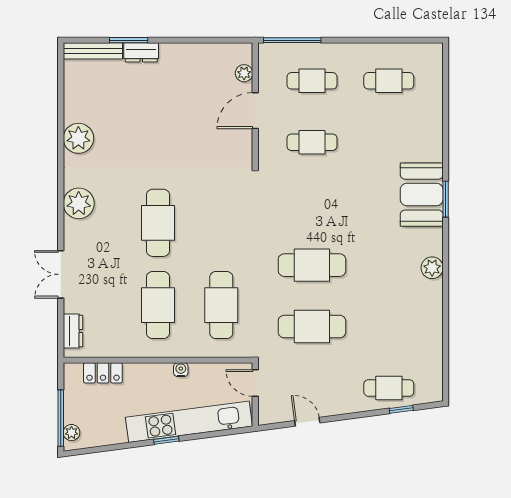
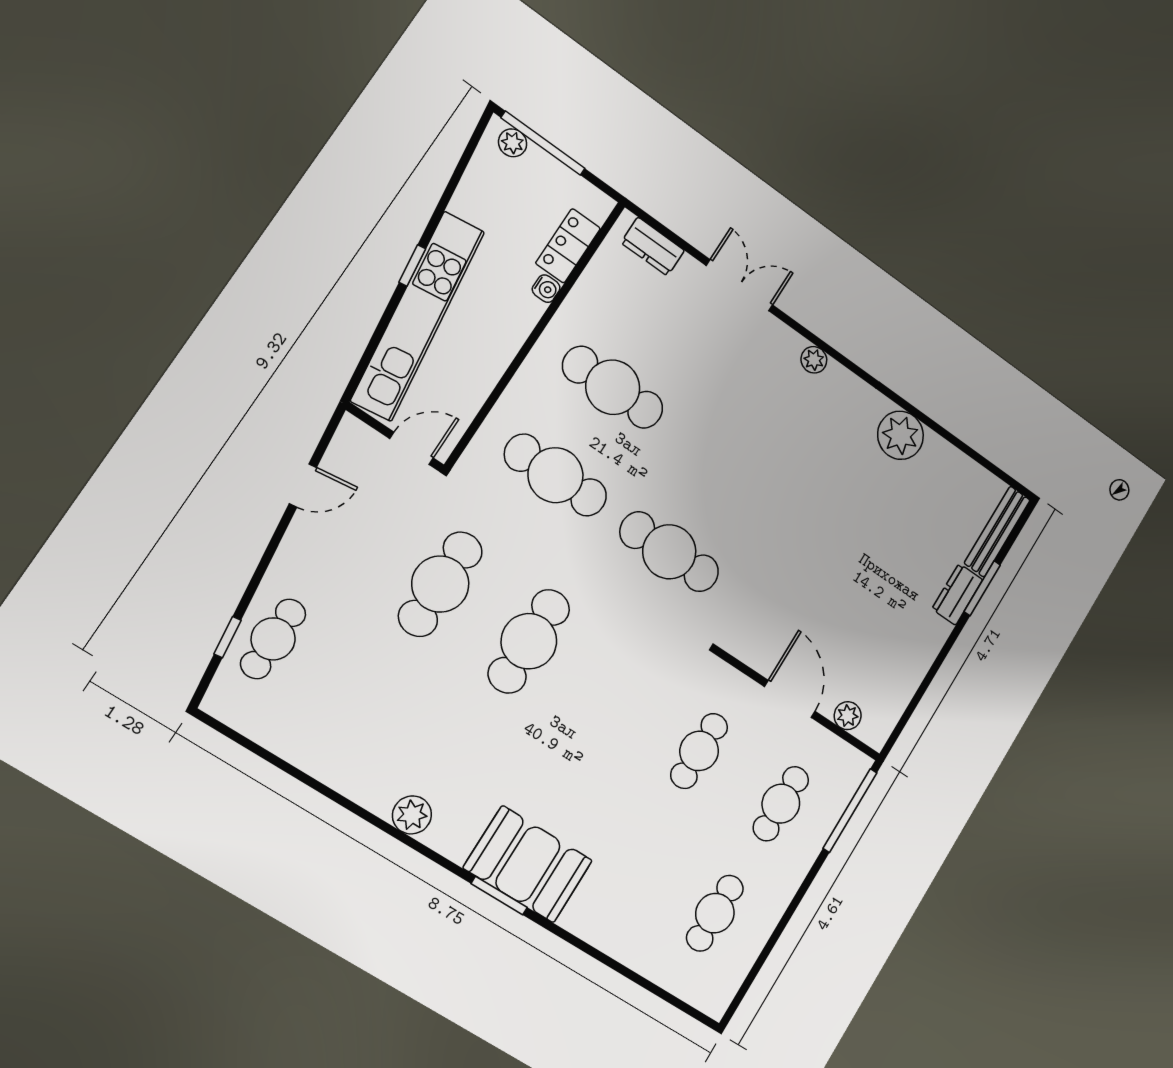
plant: (79, 203) -> (814, 360), width x0.53, depth x0.53
cafe table: (158, 223) -> (669, 552), moved
water cooler: (181, 370) -> (546, 289), moved

